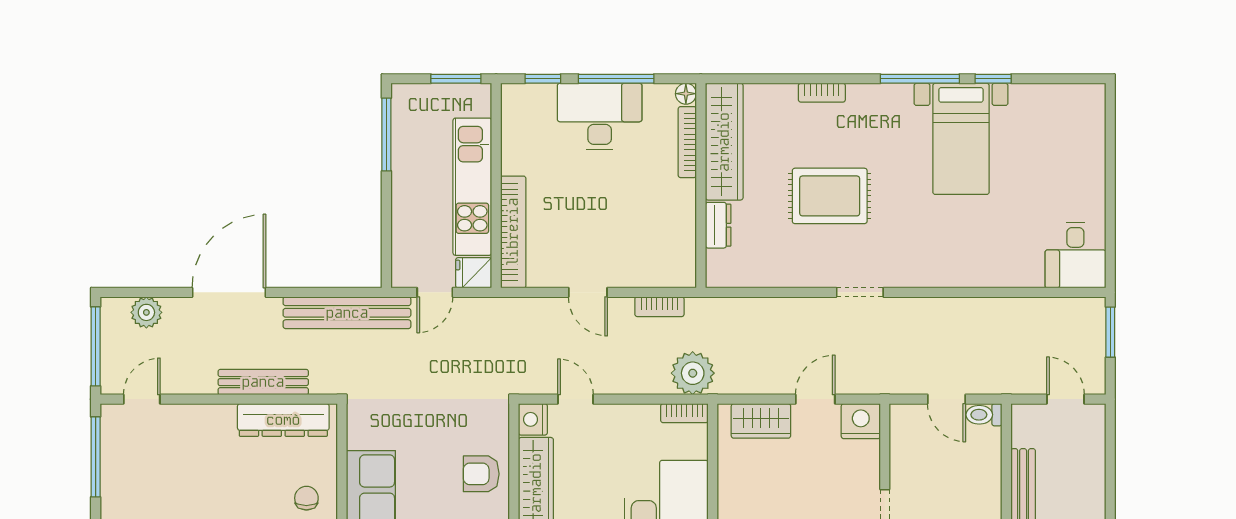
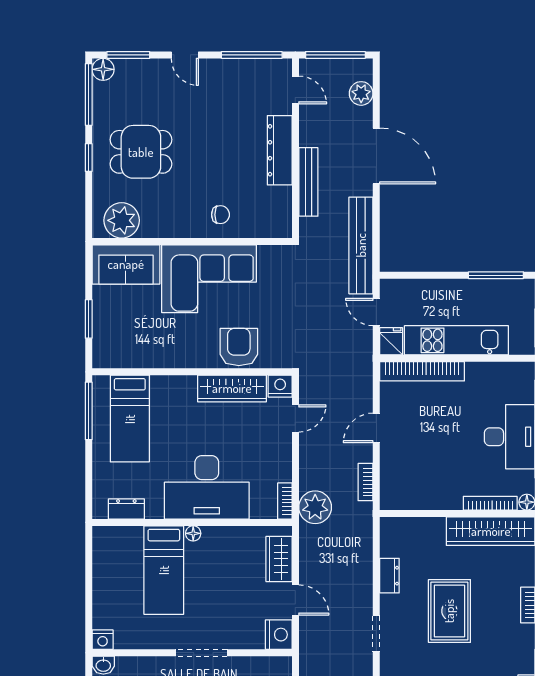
dresser: (718, 225) -> (389, 576), moved, turned -90
dresser: (283, 420) -> (280, 150), moved
armchair: (481, 474) -> (239, 347), width x1.38, depth x1.38

